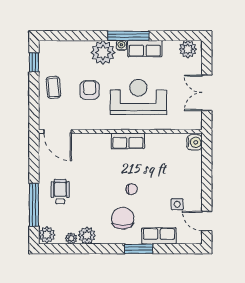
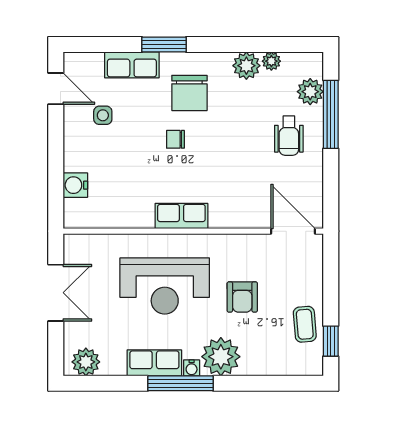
coffee table: (53, 87) -> (305, 324), moved
water cooler: (194, 142) -> (75, 185), moved
plant: (47, 235) -> (310, 92), moved

